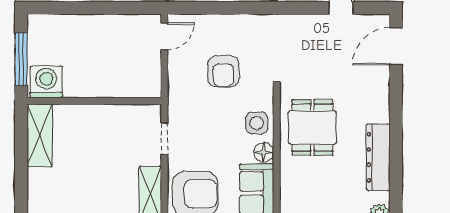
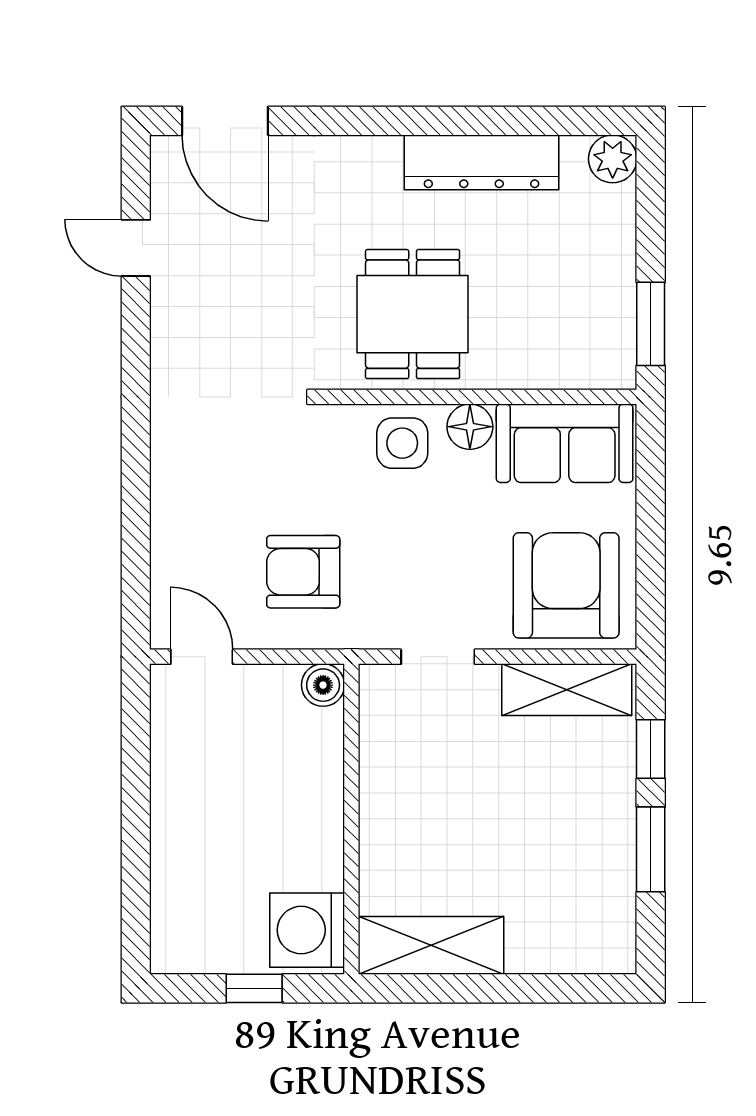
window: (21, 59) -> (254, 988), width x0.46
armchair: (223, 71) -> (303, 572), moved, turned 180
boiler: (152, 89) -> (323, 685), added
dining table: (312, 127) -> (413, 314), turned 90

